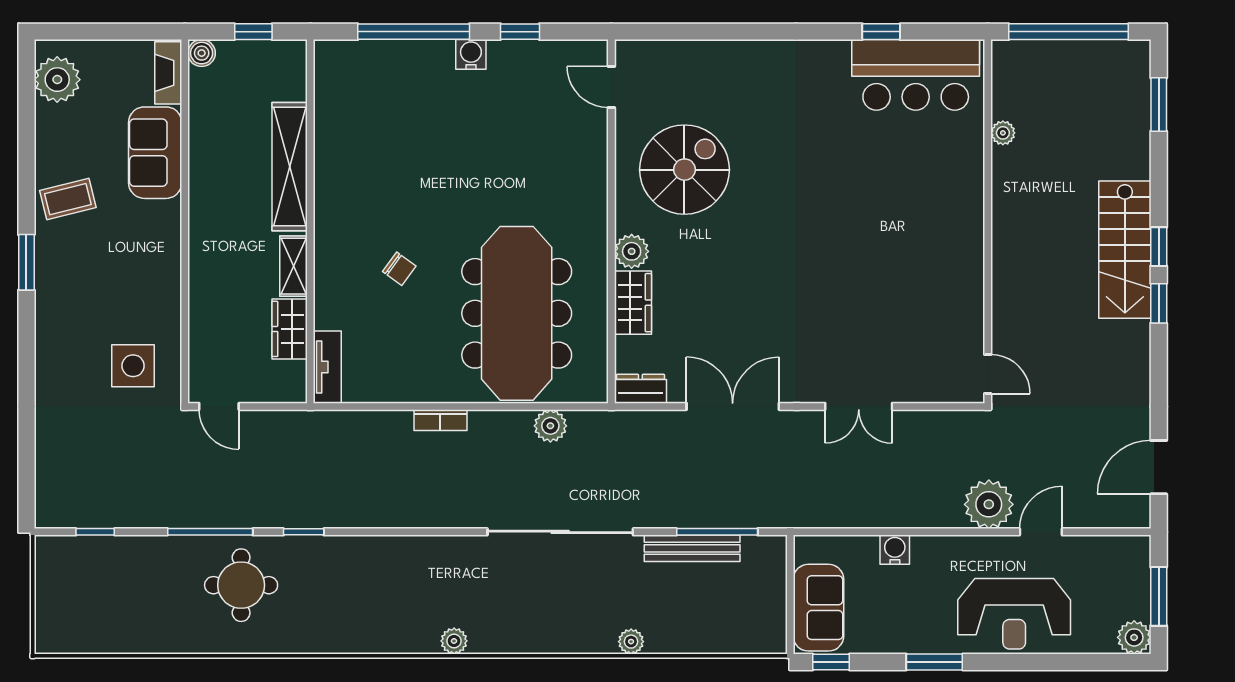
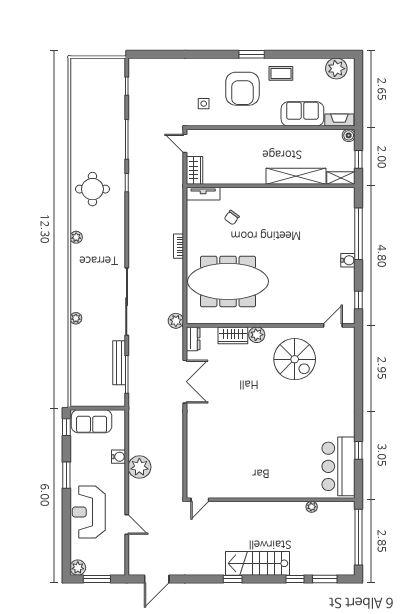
window: (520, 32) -> (359, 300), moved
coffee table: (68, 199) -> (281, 73), turned -76
window: (1159, 247) -> (295, 579), moved
shelving: (294, 266) -> (341, 178), moved
chair: (399, 269) -> (232, 218), moved
armchair: (101, 282) -> (242, 89), added
wardrobe: (290, 329) -> (194, 170), moved, turned 90
side table: (133, 366) -> (204, 104), width x0.54, depth x0.54
door: (219, 406) -> (185, 143), hinge flipped
double door: (859, 406) -> (185, 440), removed
plant: (550, 426) -> (176, 321), moved
door: (1159, 467) -> (157, 579), swing flipped
plant: (989, 504) -> (139, 467), moved
round table: (241, 585) -> (92, 189), moved
plant: (454, 641) -> (76, 237), moved
plant: (631, 642) -> (76, 318), moved

